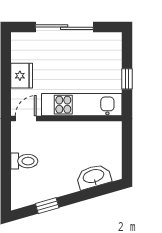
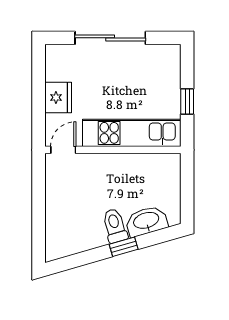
toilet: (24, 161) -> (115, 226), moved, turned -106
window: (47, 206) -> (124, 247), moved

